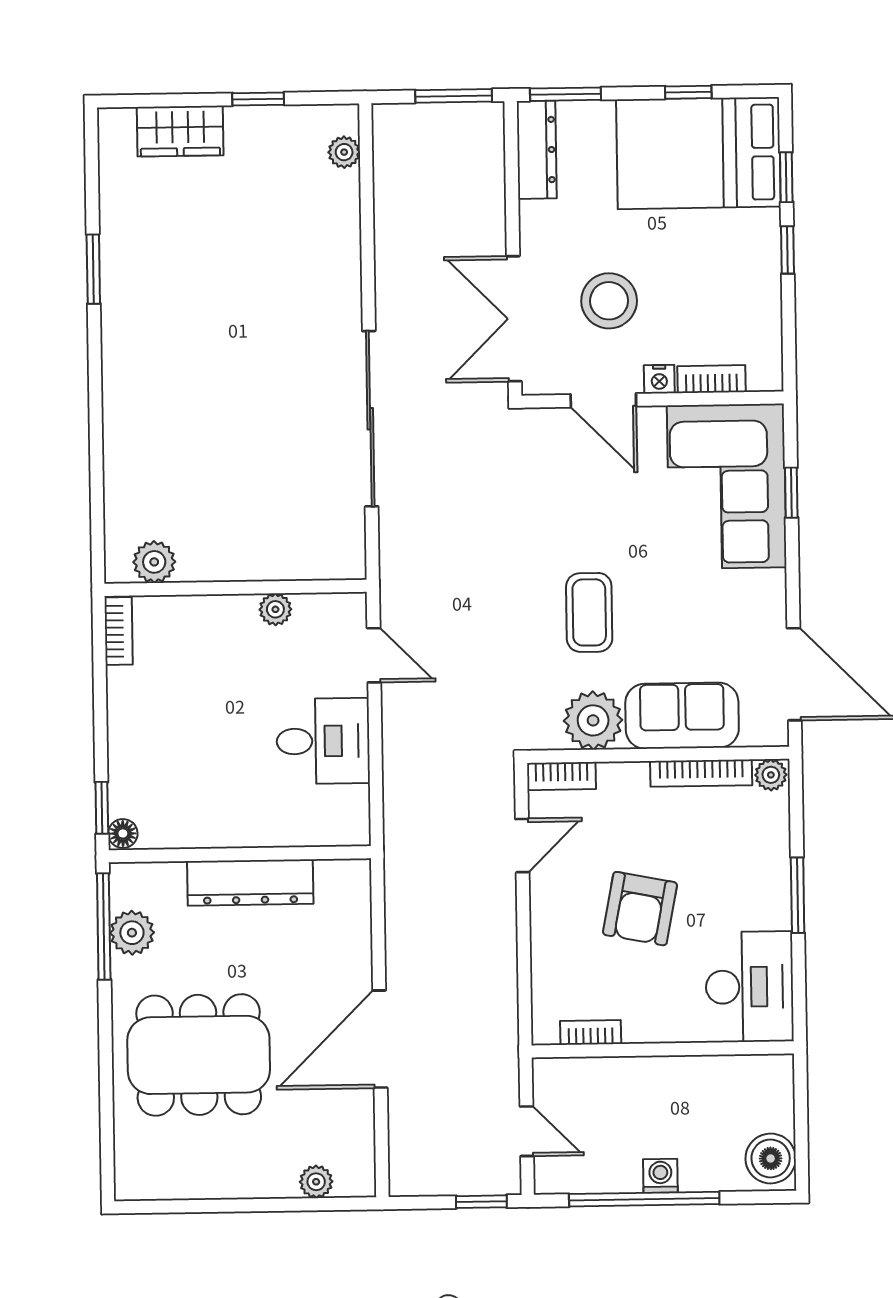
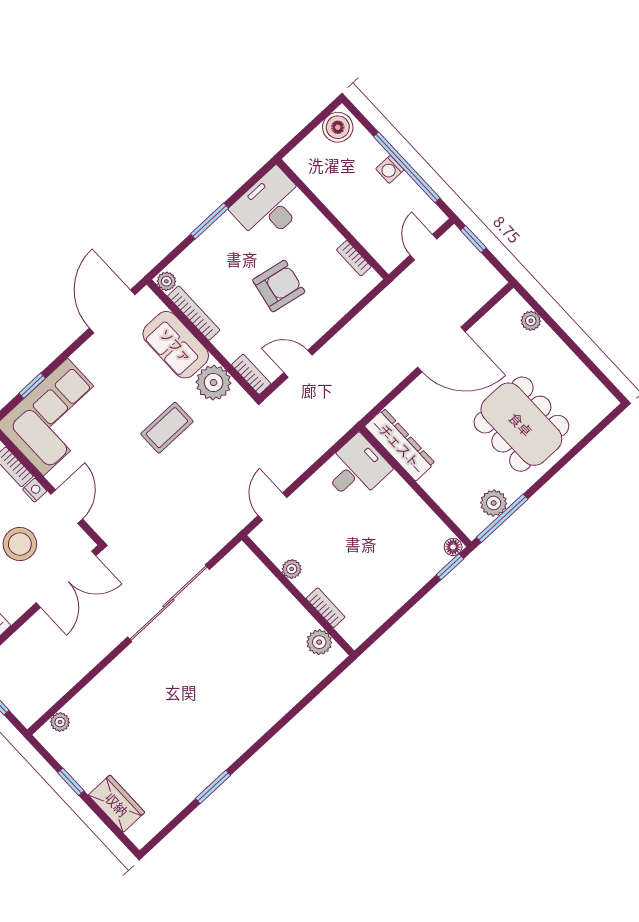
bookcase: (119, 631) -> (326, 608), moved, turned 90
desk: (323, 741) -> (356, 469), moved, turned 90
dresser: (250, 882) -> (400, 445), moved

